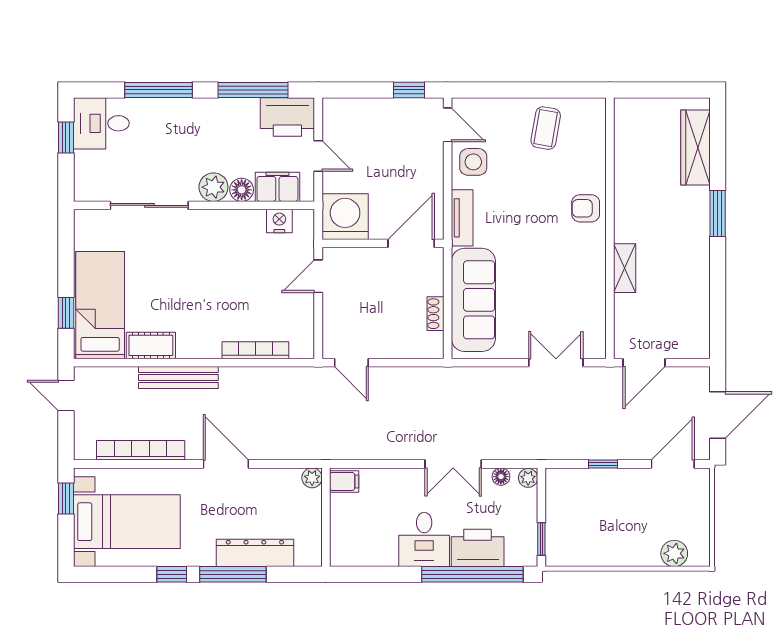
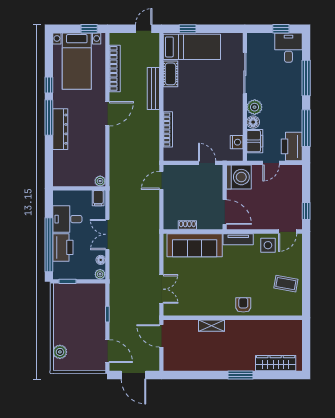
plant: (312, 478) -> (100, 181), moved
filing cabinet: (344, 481) -> (98, 198), moved
wall: (326, 517) -> (79, 188), moved

